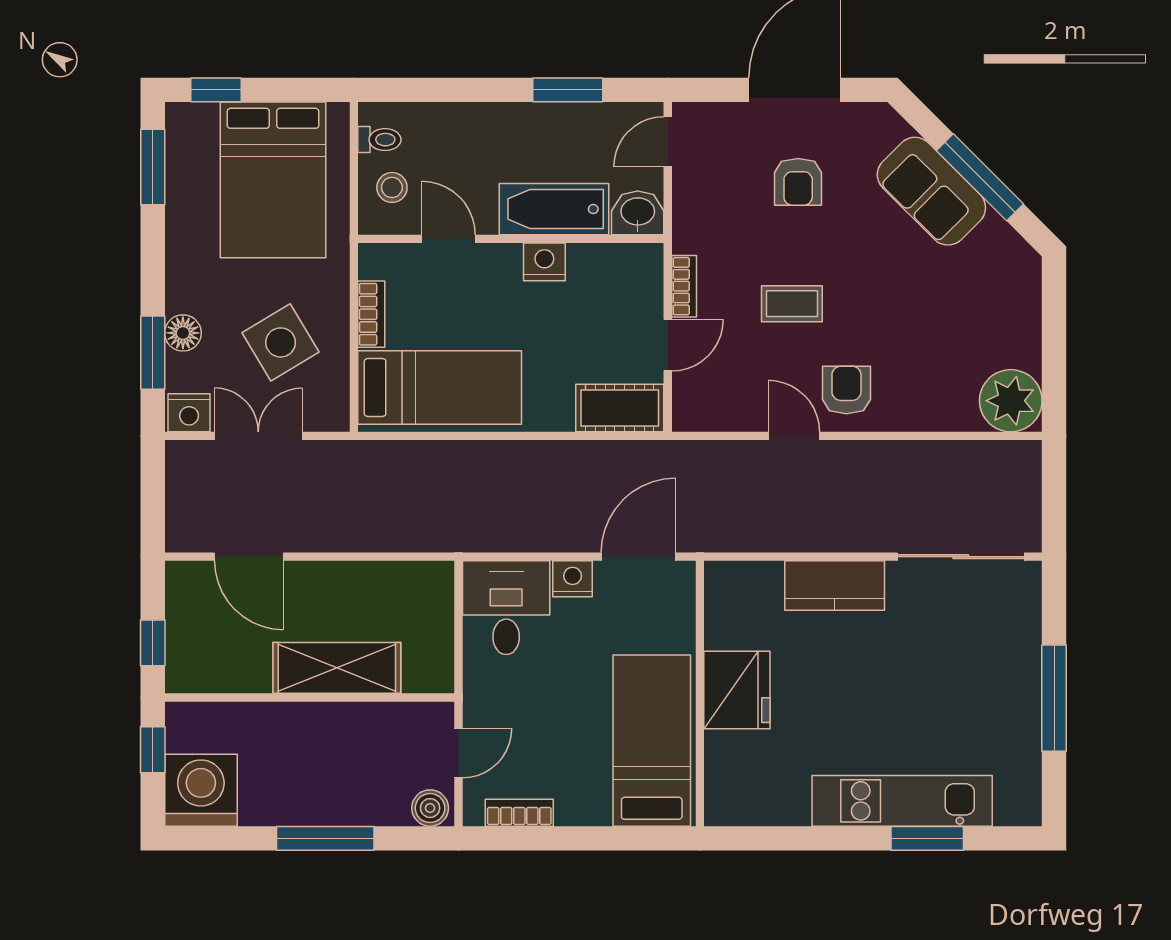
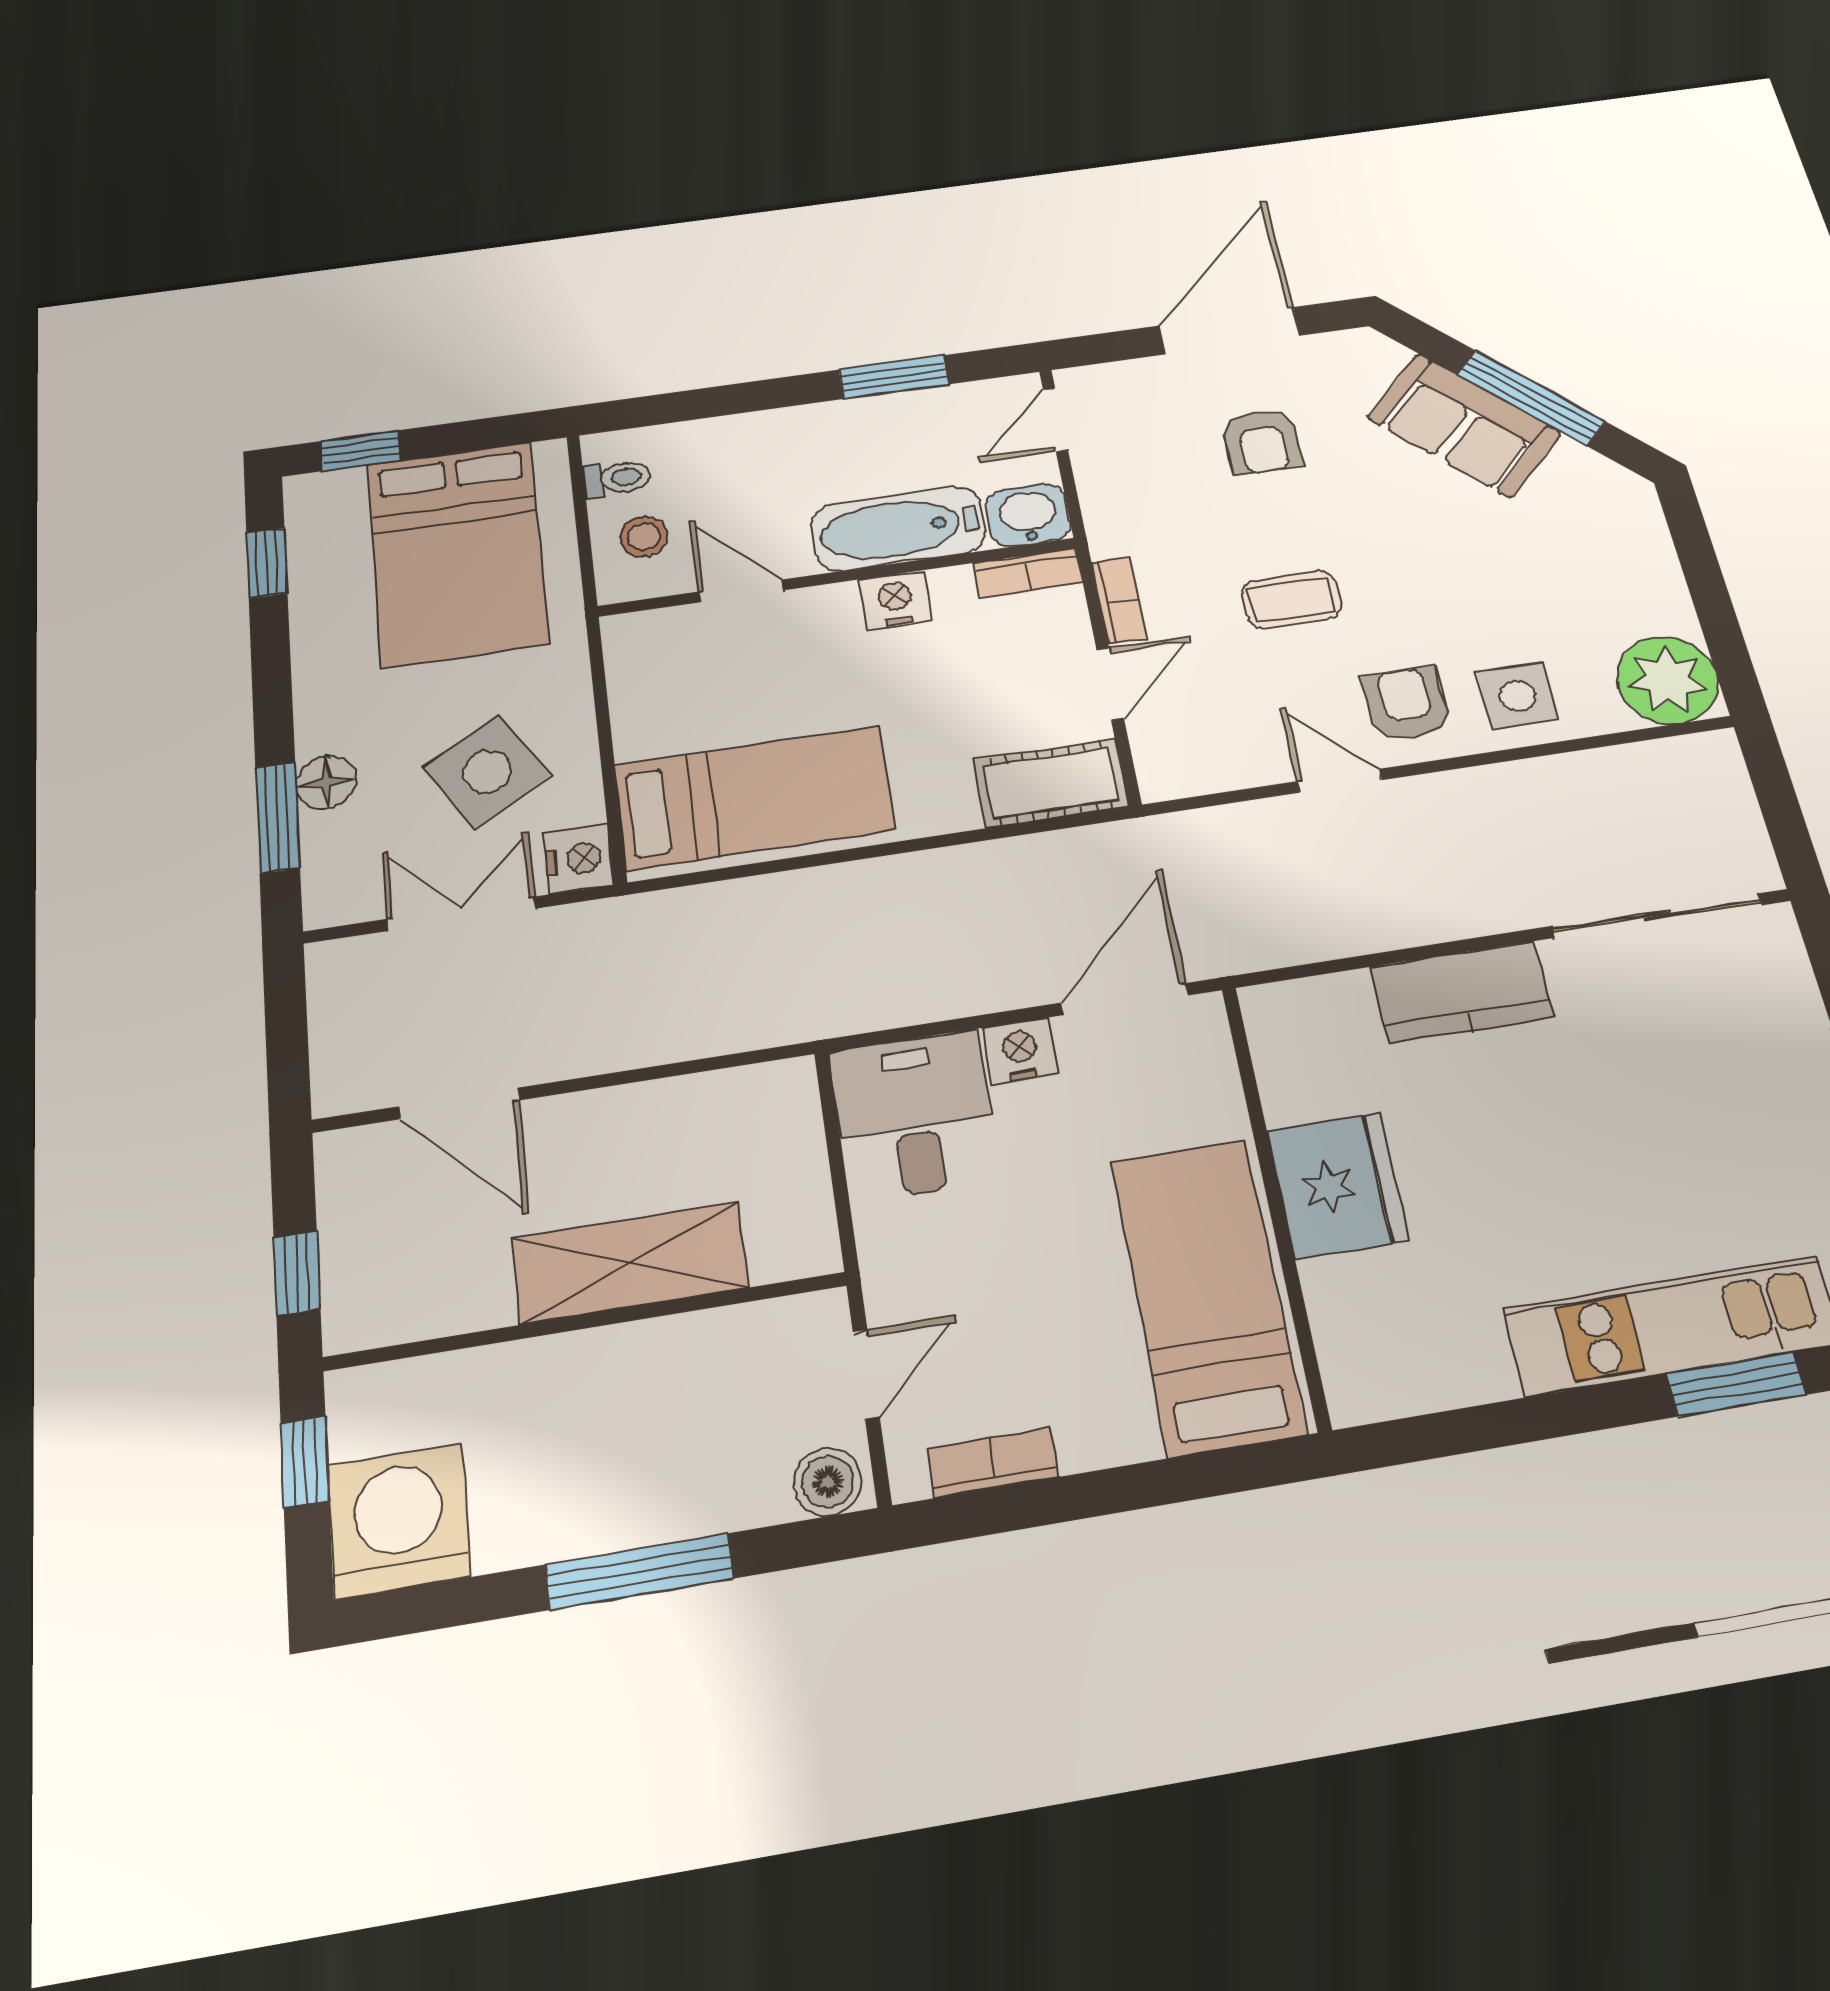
window: (153, 167) -> (267, 563), width x0.67
bookcase: (371, 314) -> (1028, 573), moved, turned 90
side table: (916, 396) -> (1517, 696), added
nightstand: (189, 413) -> (579, 859), moved, turned -90

